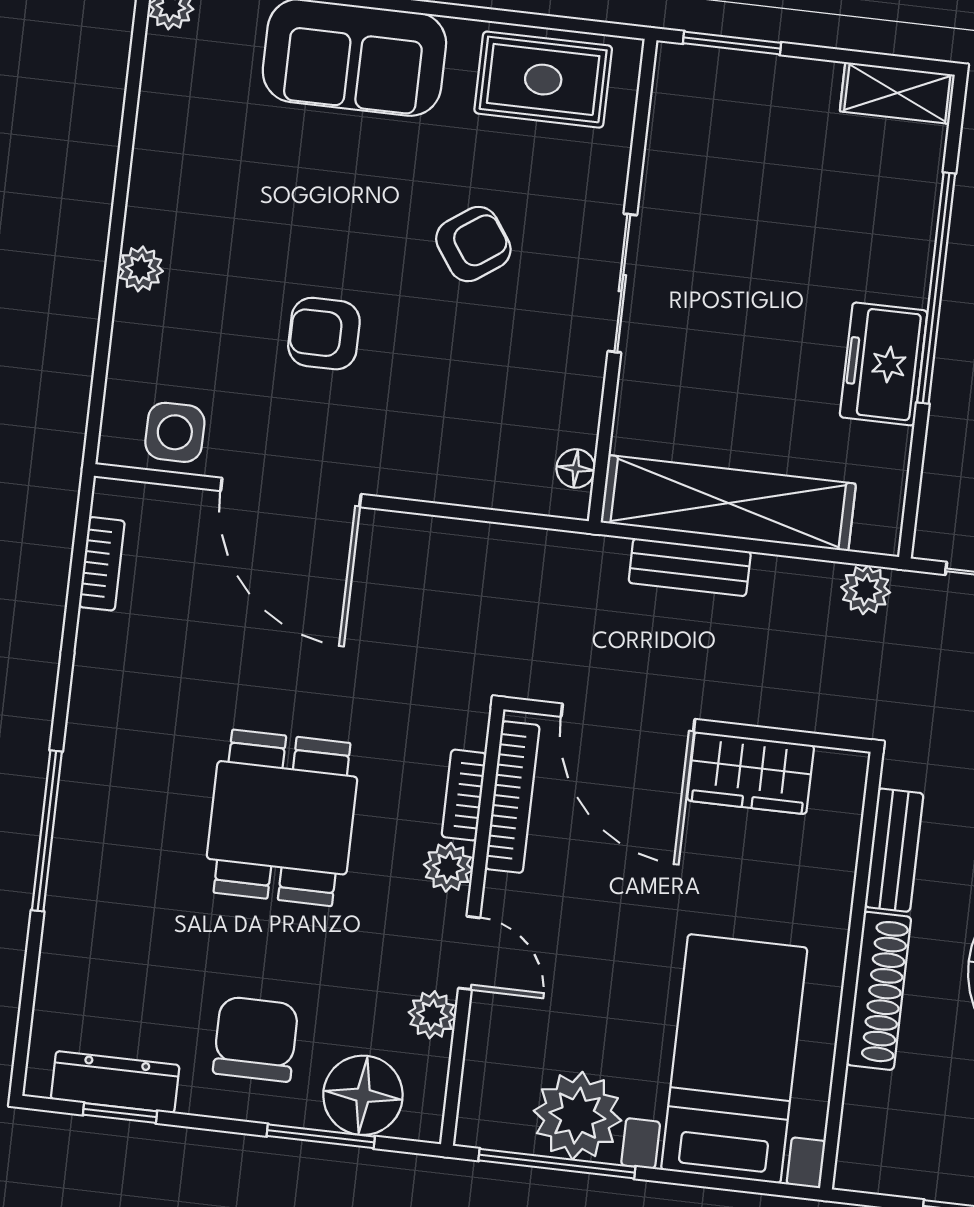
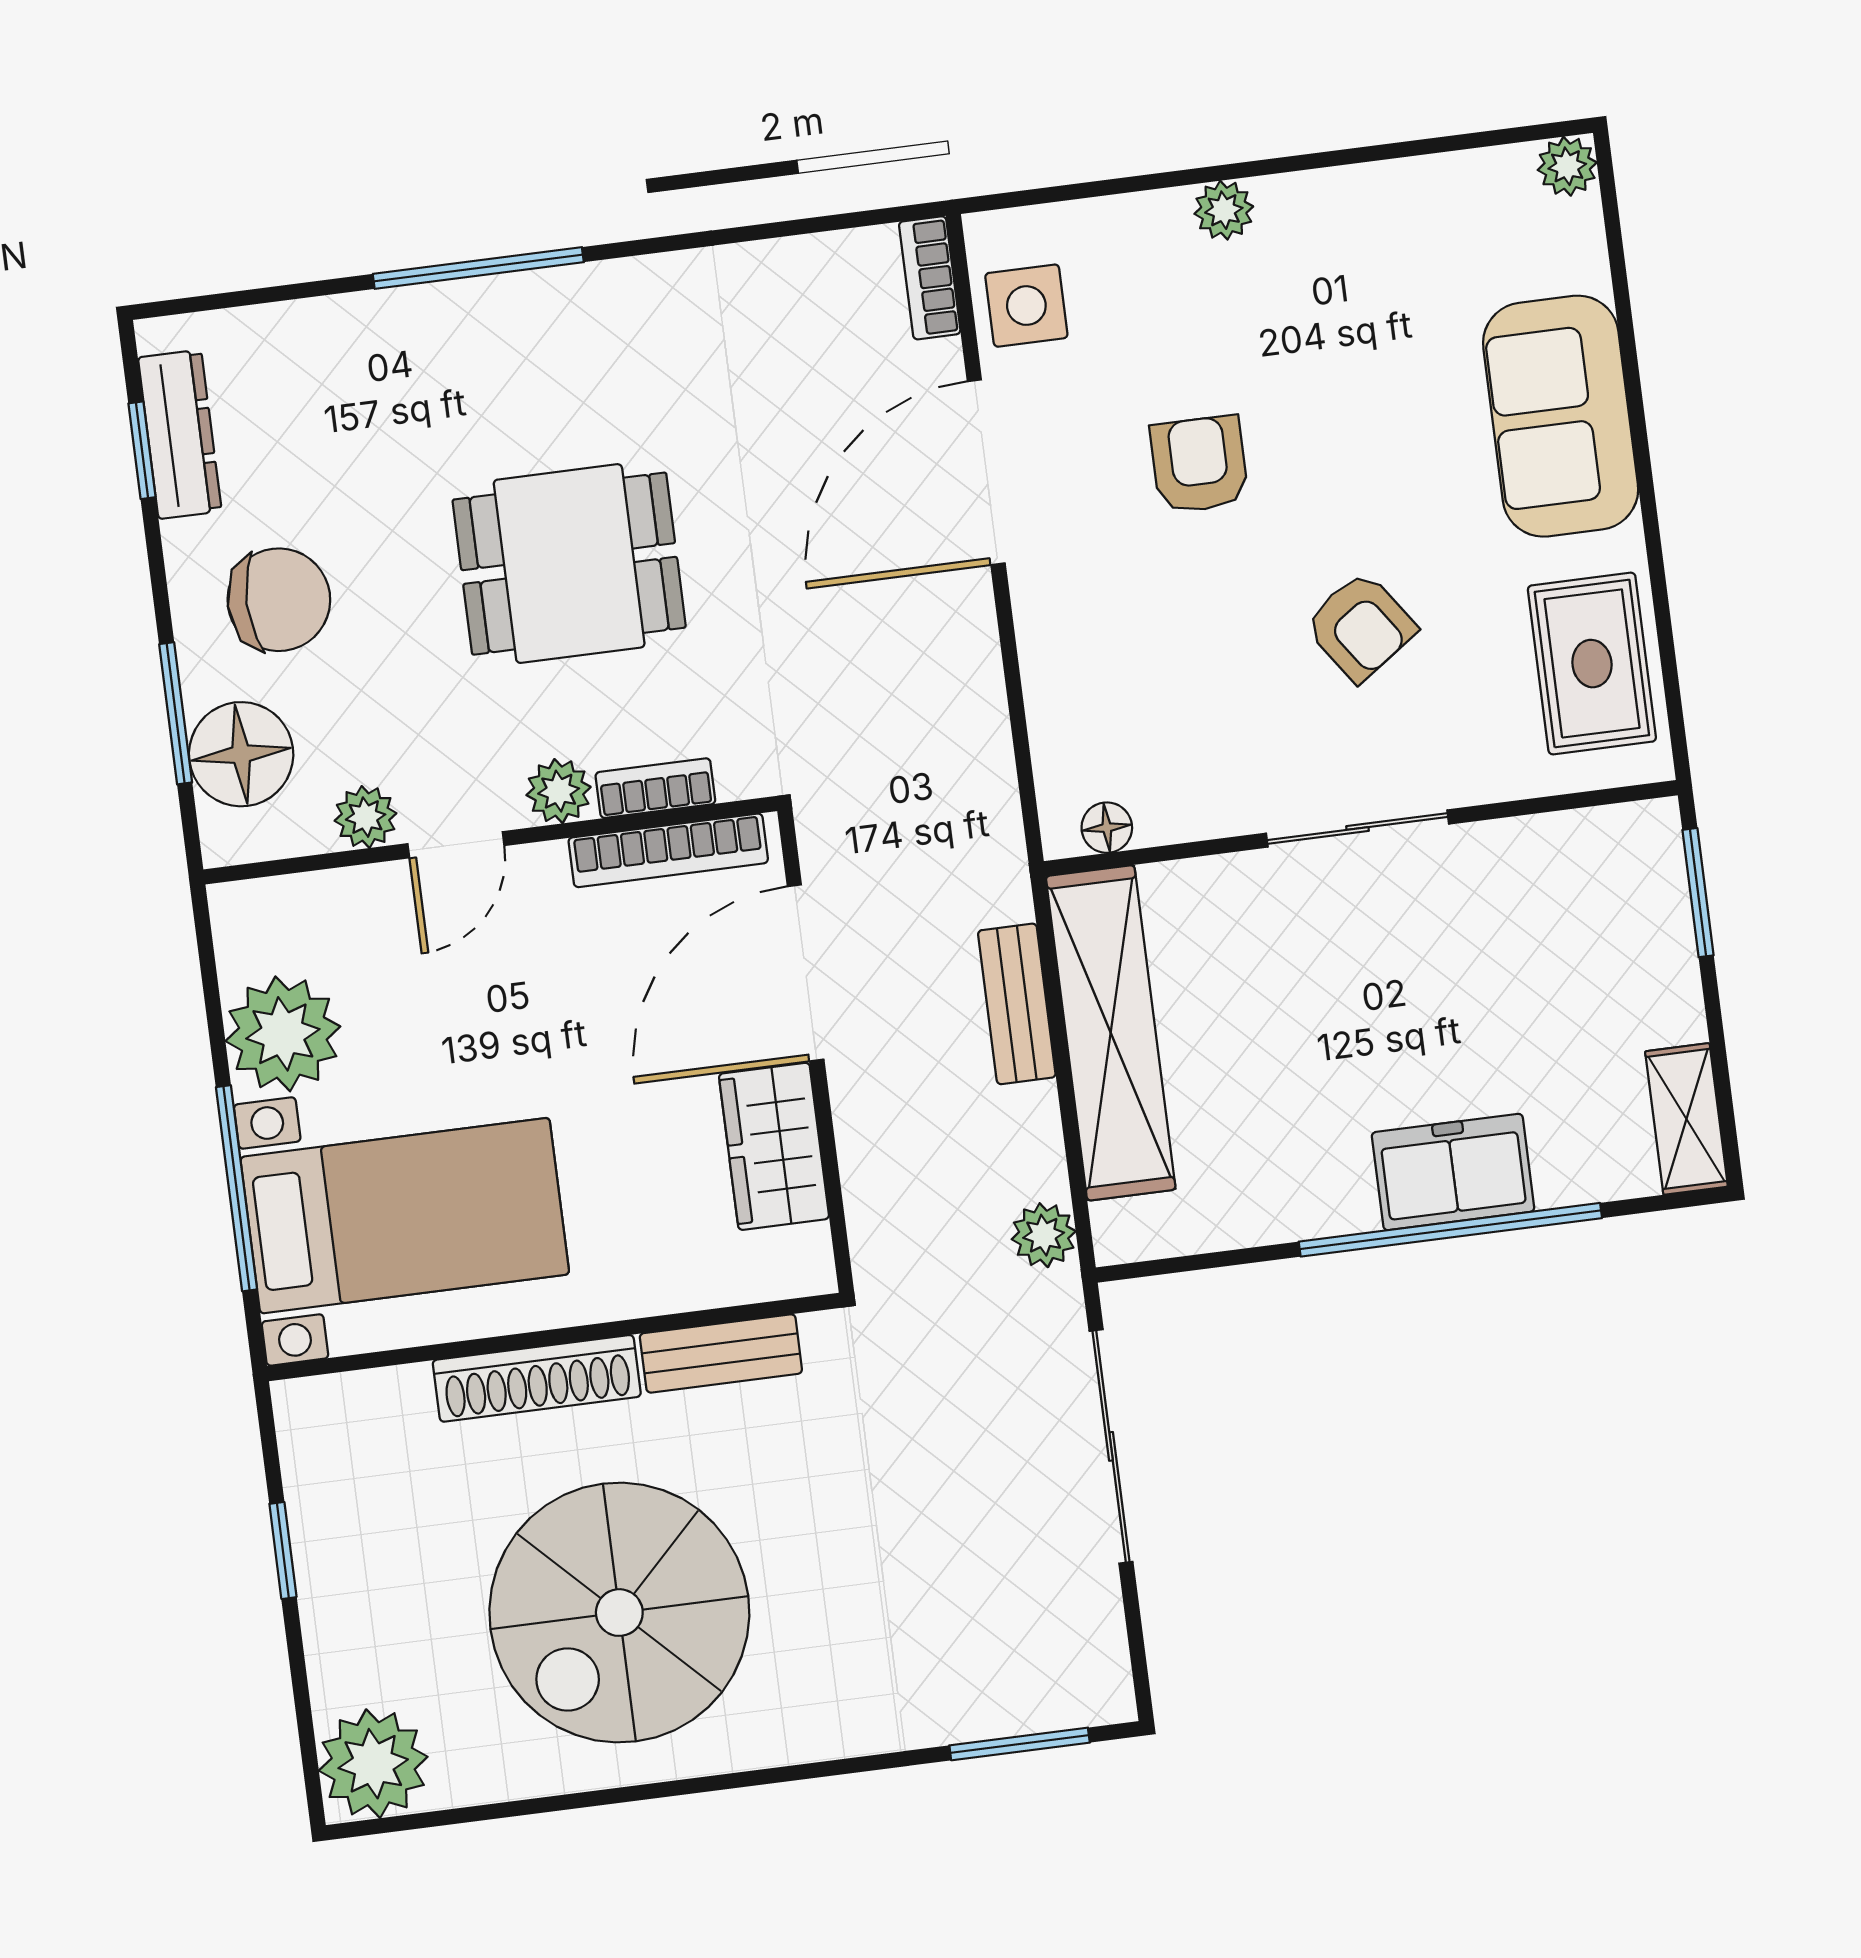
freezer: (884, 364) -> (1453, 1172), moved
bookcase: (102, 564) -> (930, 278), moved, turned 90
window: (557, 1164) -> (236, 1188), moved

